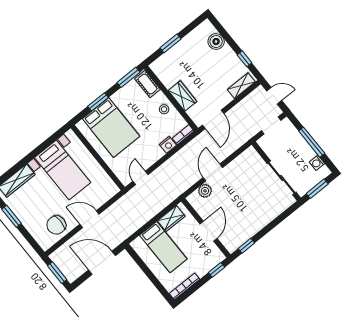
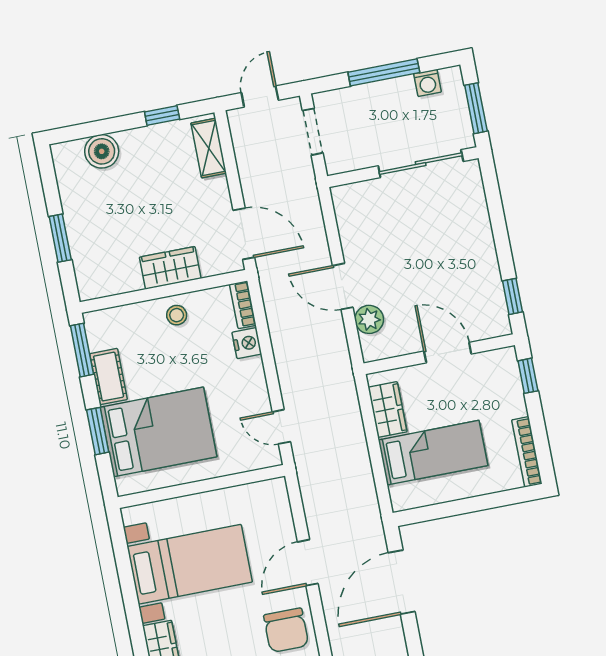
cot: (148, 84) -> (109, 377), moved, turned 90

